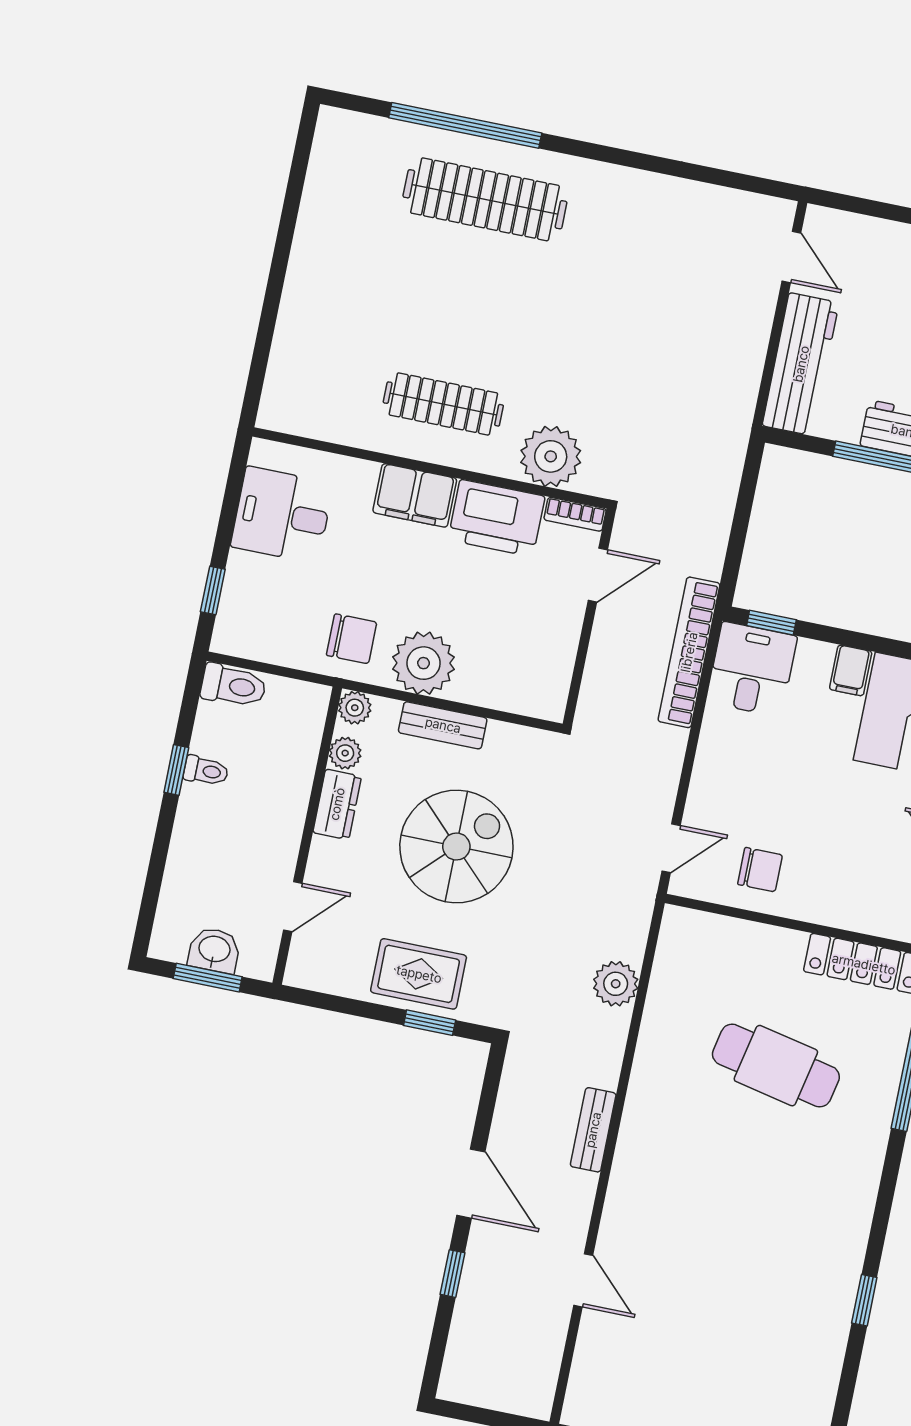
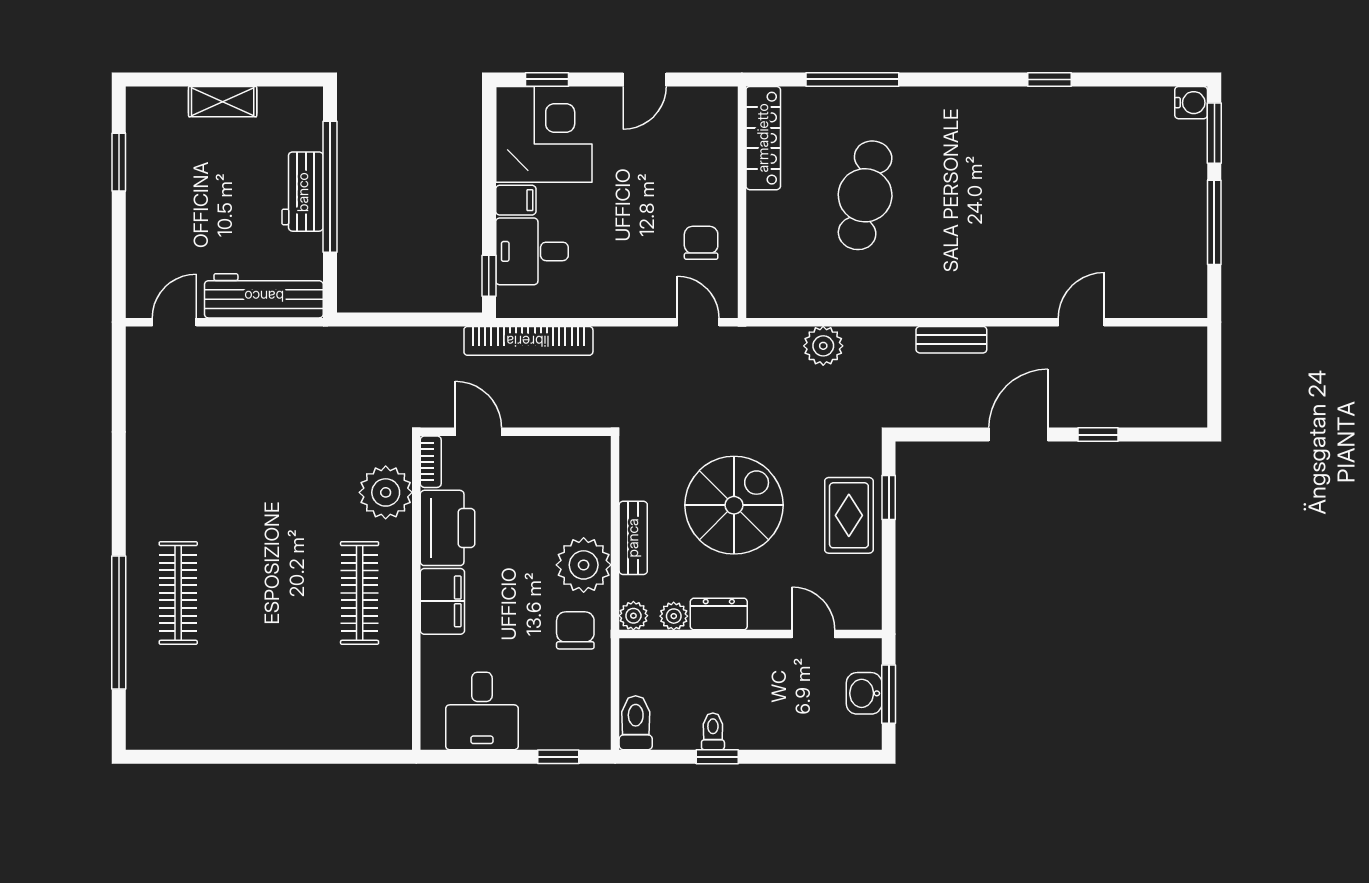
clothes rail: (485, 199) -> (178, 593), width x0.73, depth x0.76
desk: (752, 669) -> (532, 251), moved
spiral stairs: (456, 847) -> (734, 505), turned 90

